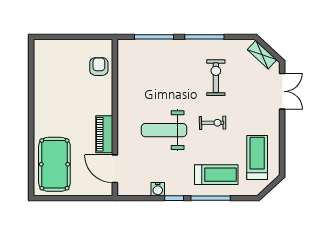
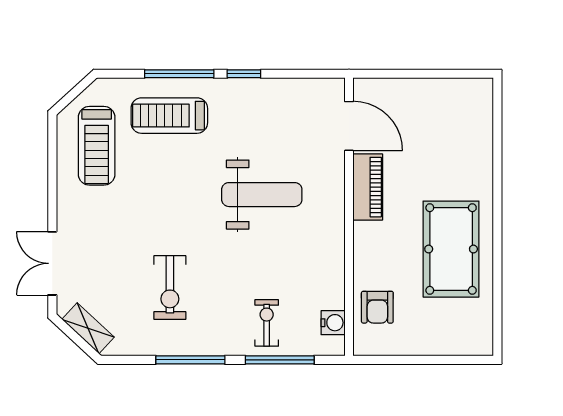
exercise bike: (213, 123) -> (267, 323), moved, turned 91
pool table: (54, 164) -> (451, 249), moved
water cooler: (158, 189) -> (333, 323), moved, turned 90

